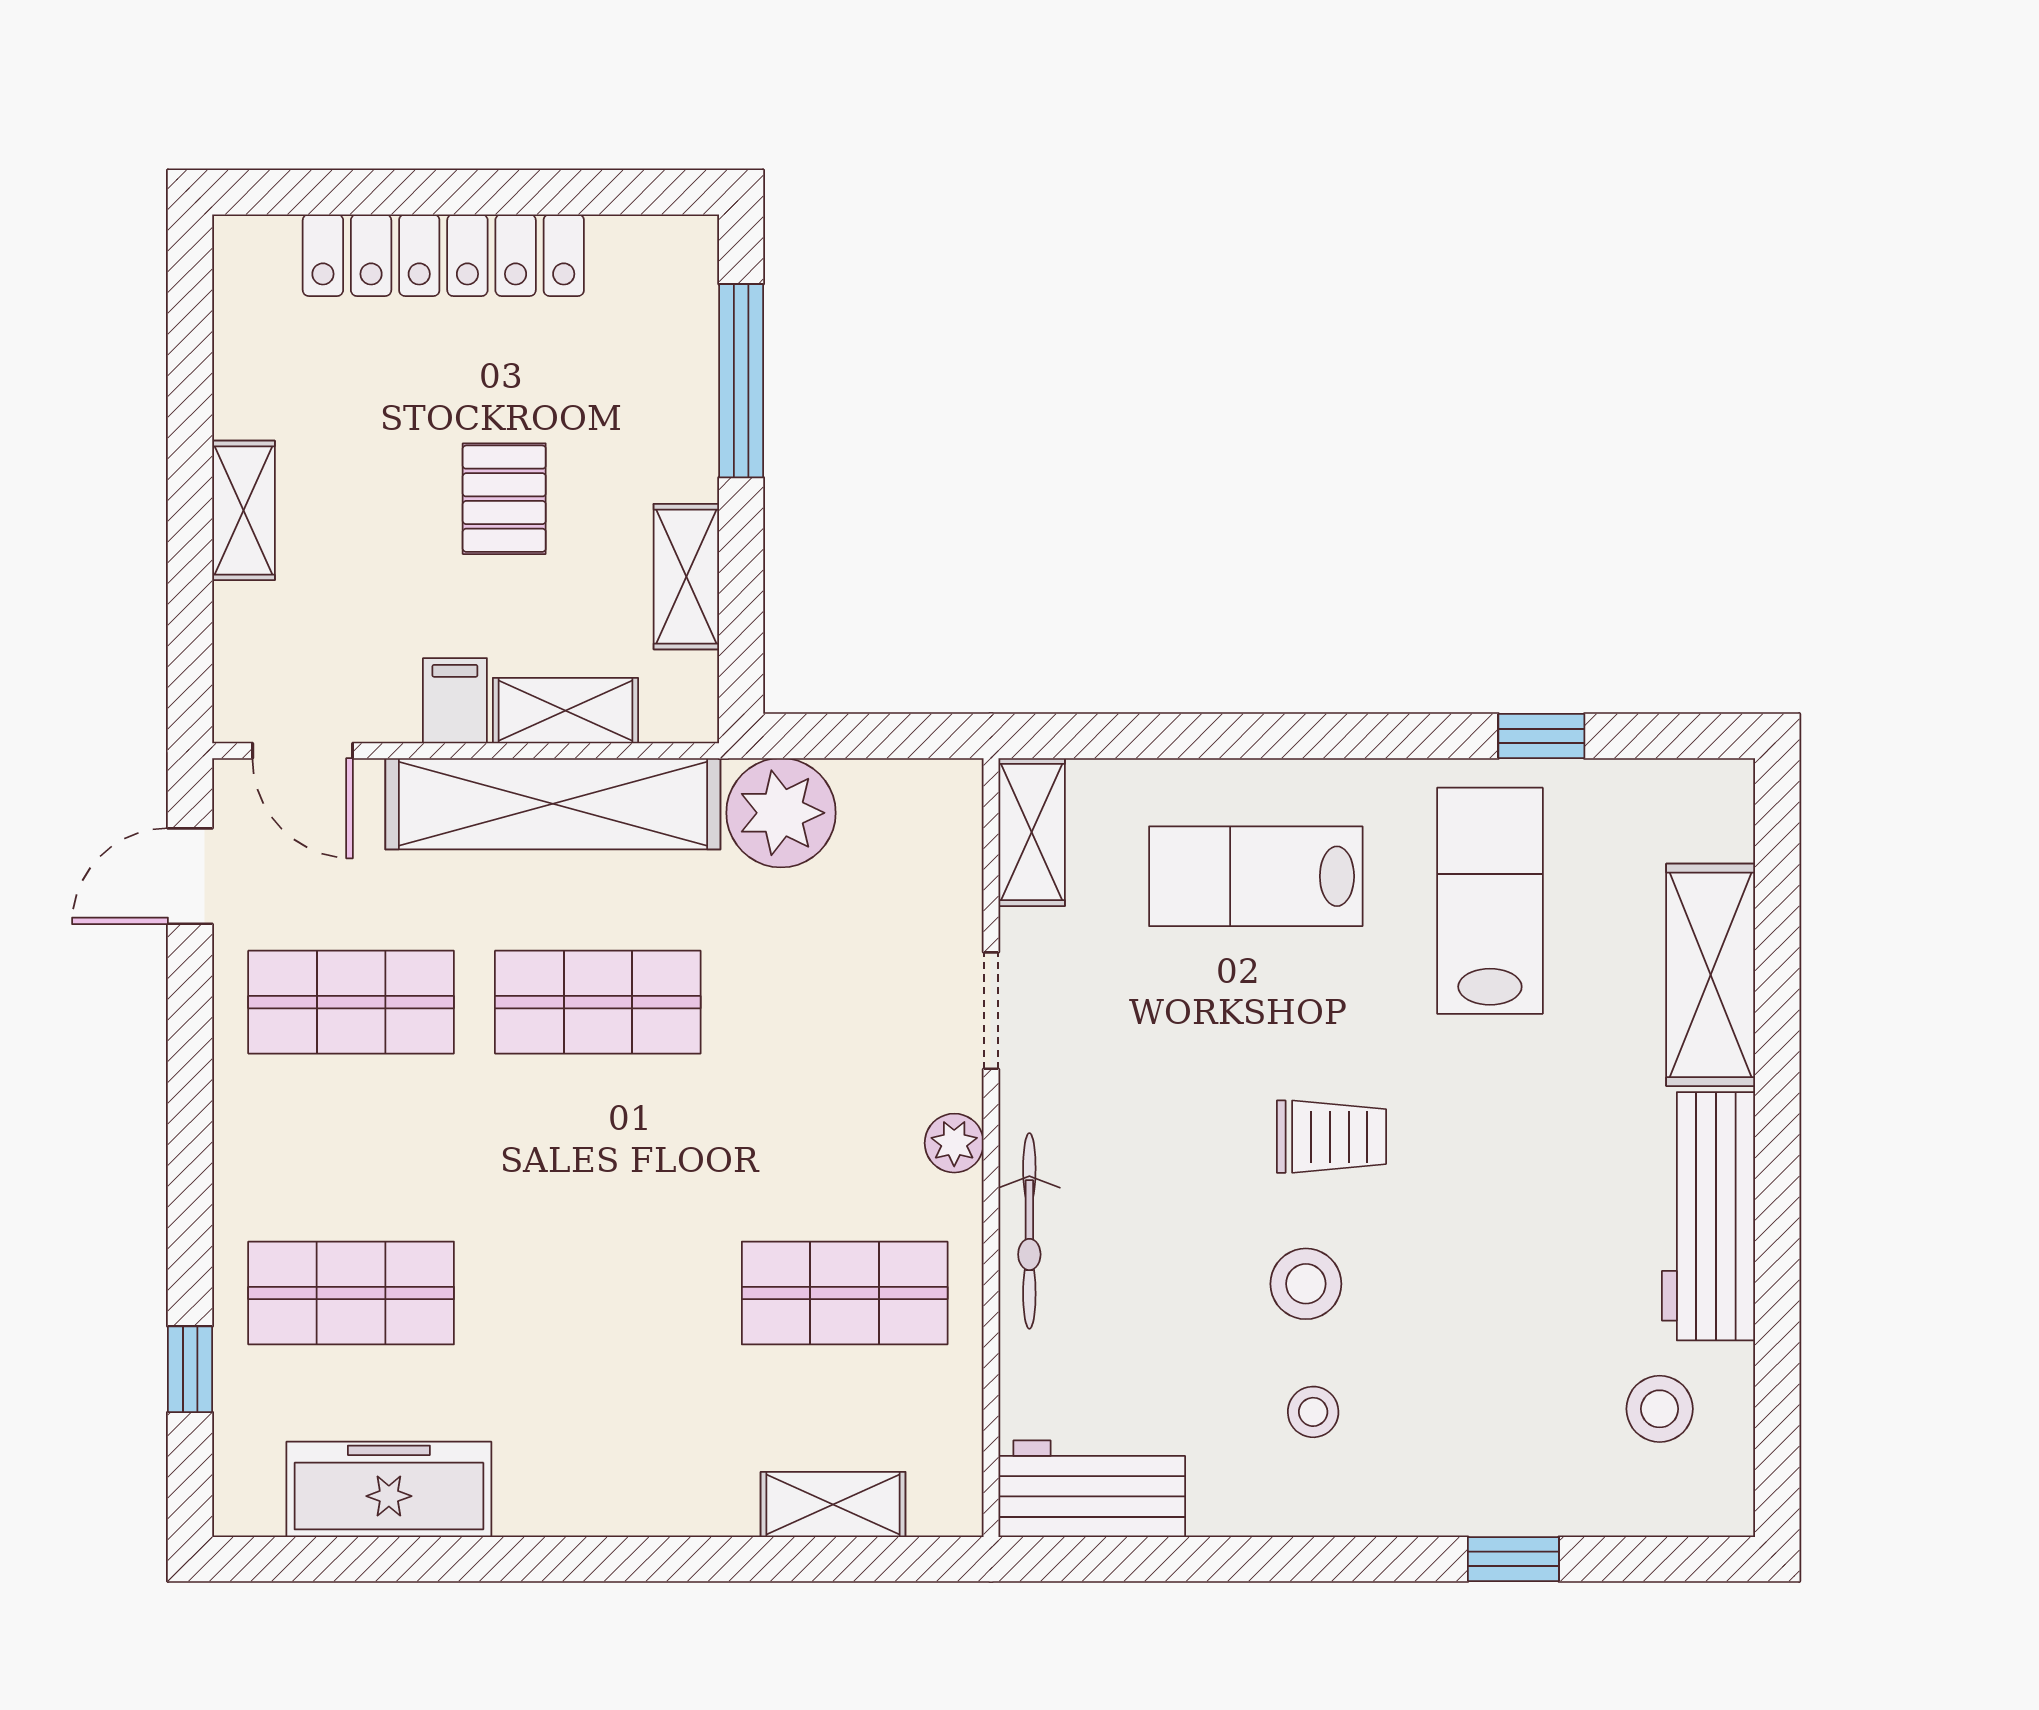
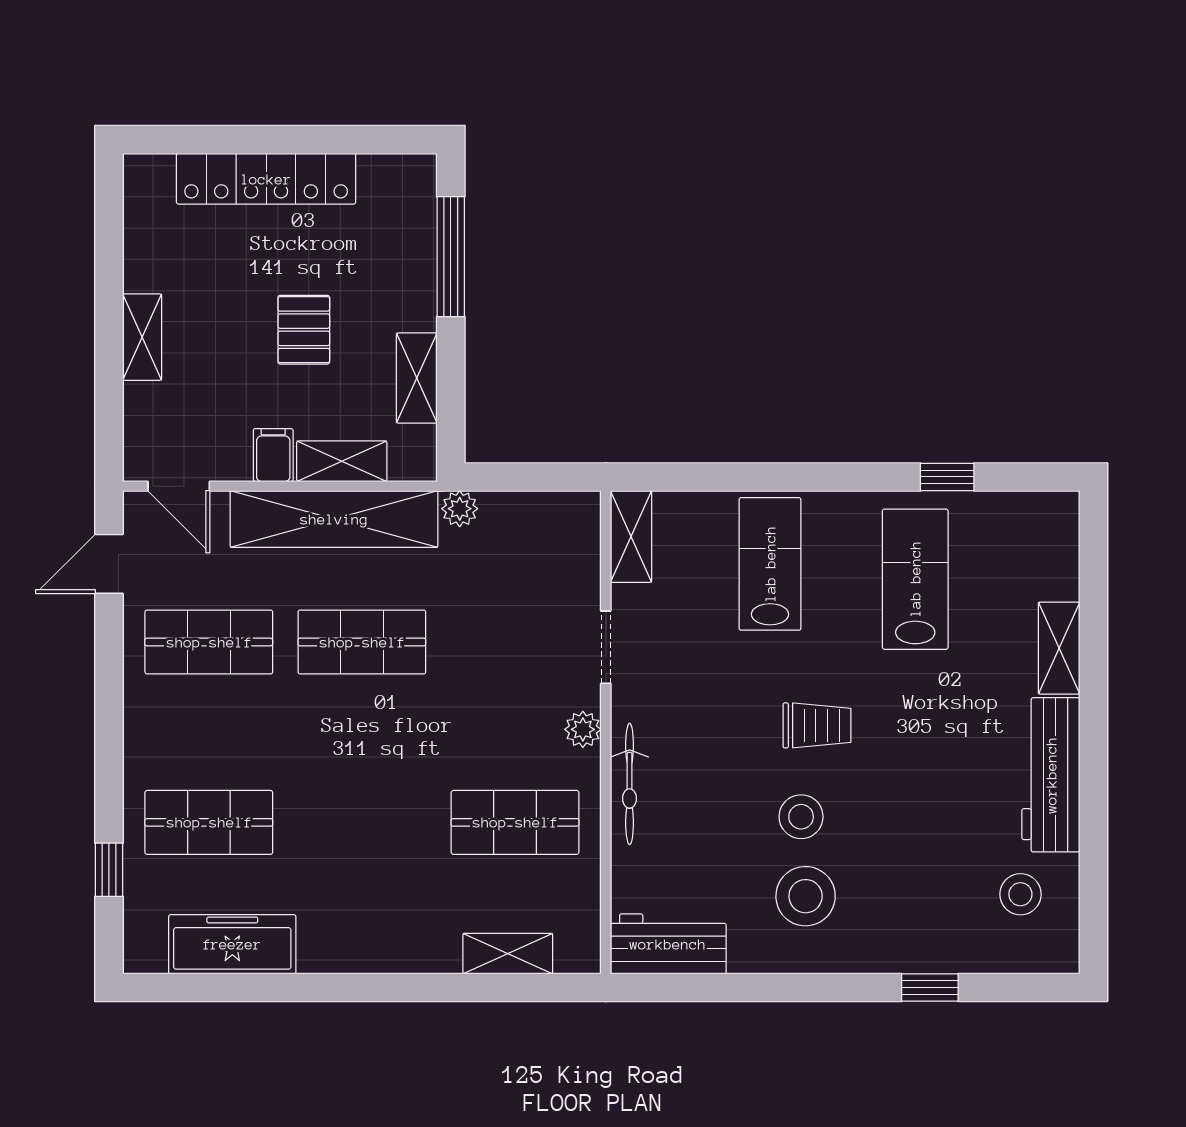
plant: (781, 813) -> (460, 509), width x0.53, depth x0.53
lab bench: (1256, 876) -> (770, 564), turned 90
shelving: (1711, 975) -> (1059, 648), width x0.67, depth x0.75
stool: (1313, 1412) -> (806, 896), width x1.89, depth x1.89

